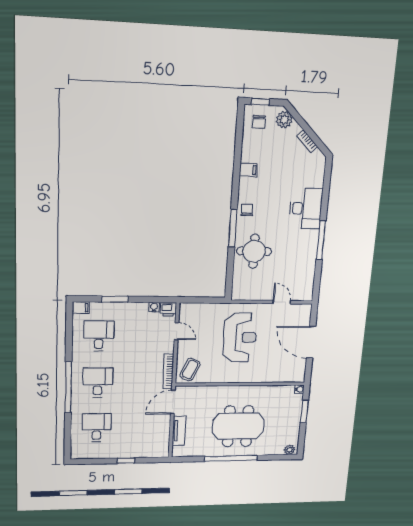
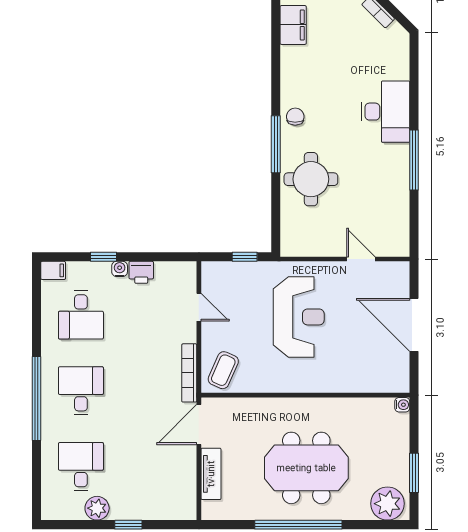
filing cabinet: (248, 170) -> (293, 25), moved, width x2.00
window: (115, 299) -> (103, 257), width x0.67
window: (208, 300) -> (245, 257), added
water cooler: (154, 307) -> (120, 269), moved
printer: (168, 309) -> (141, 272), moved
desk: (99, 336) -> (81, 315), turned 180
window: (304, 411) -> (414, 473), moved
plant: (289, 450) -> (387, 504), width x1.88, depth x1.88
plant: (106, 452) -> (97, 508), added

